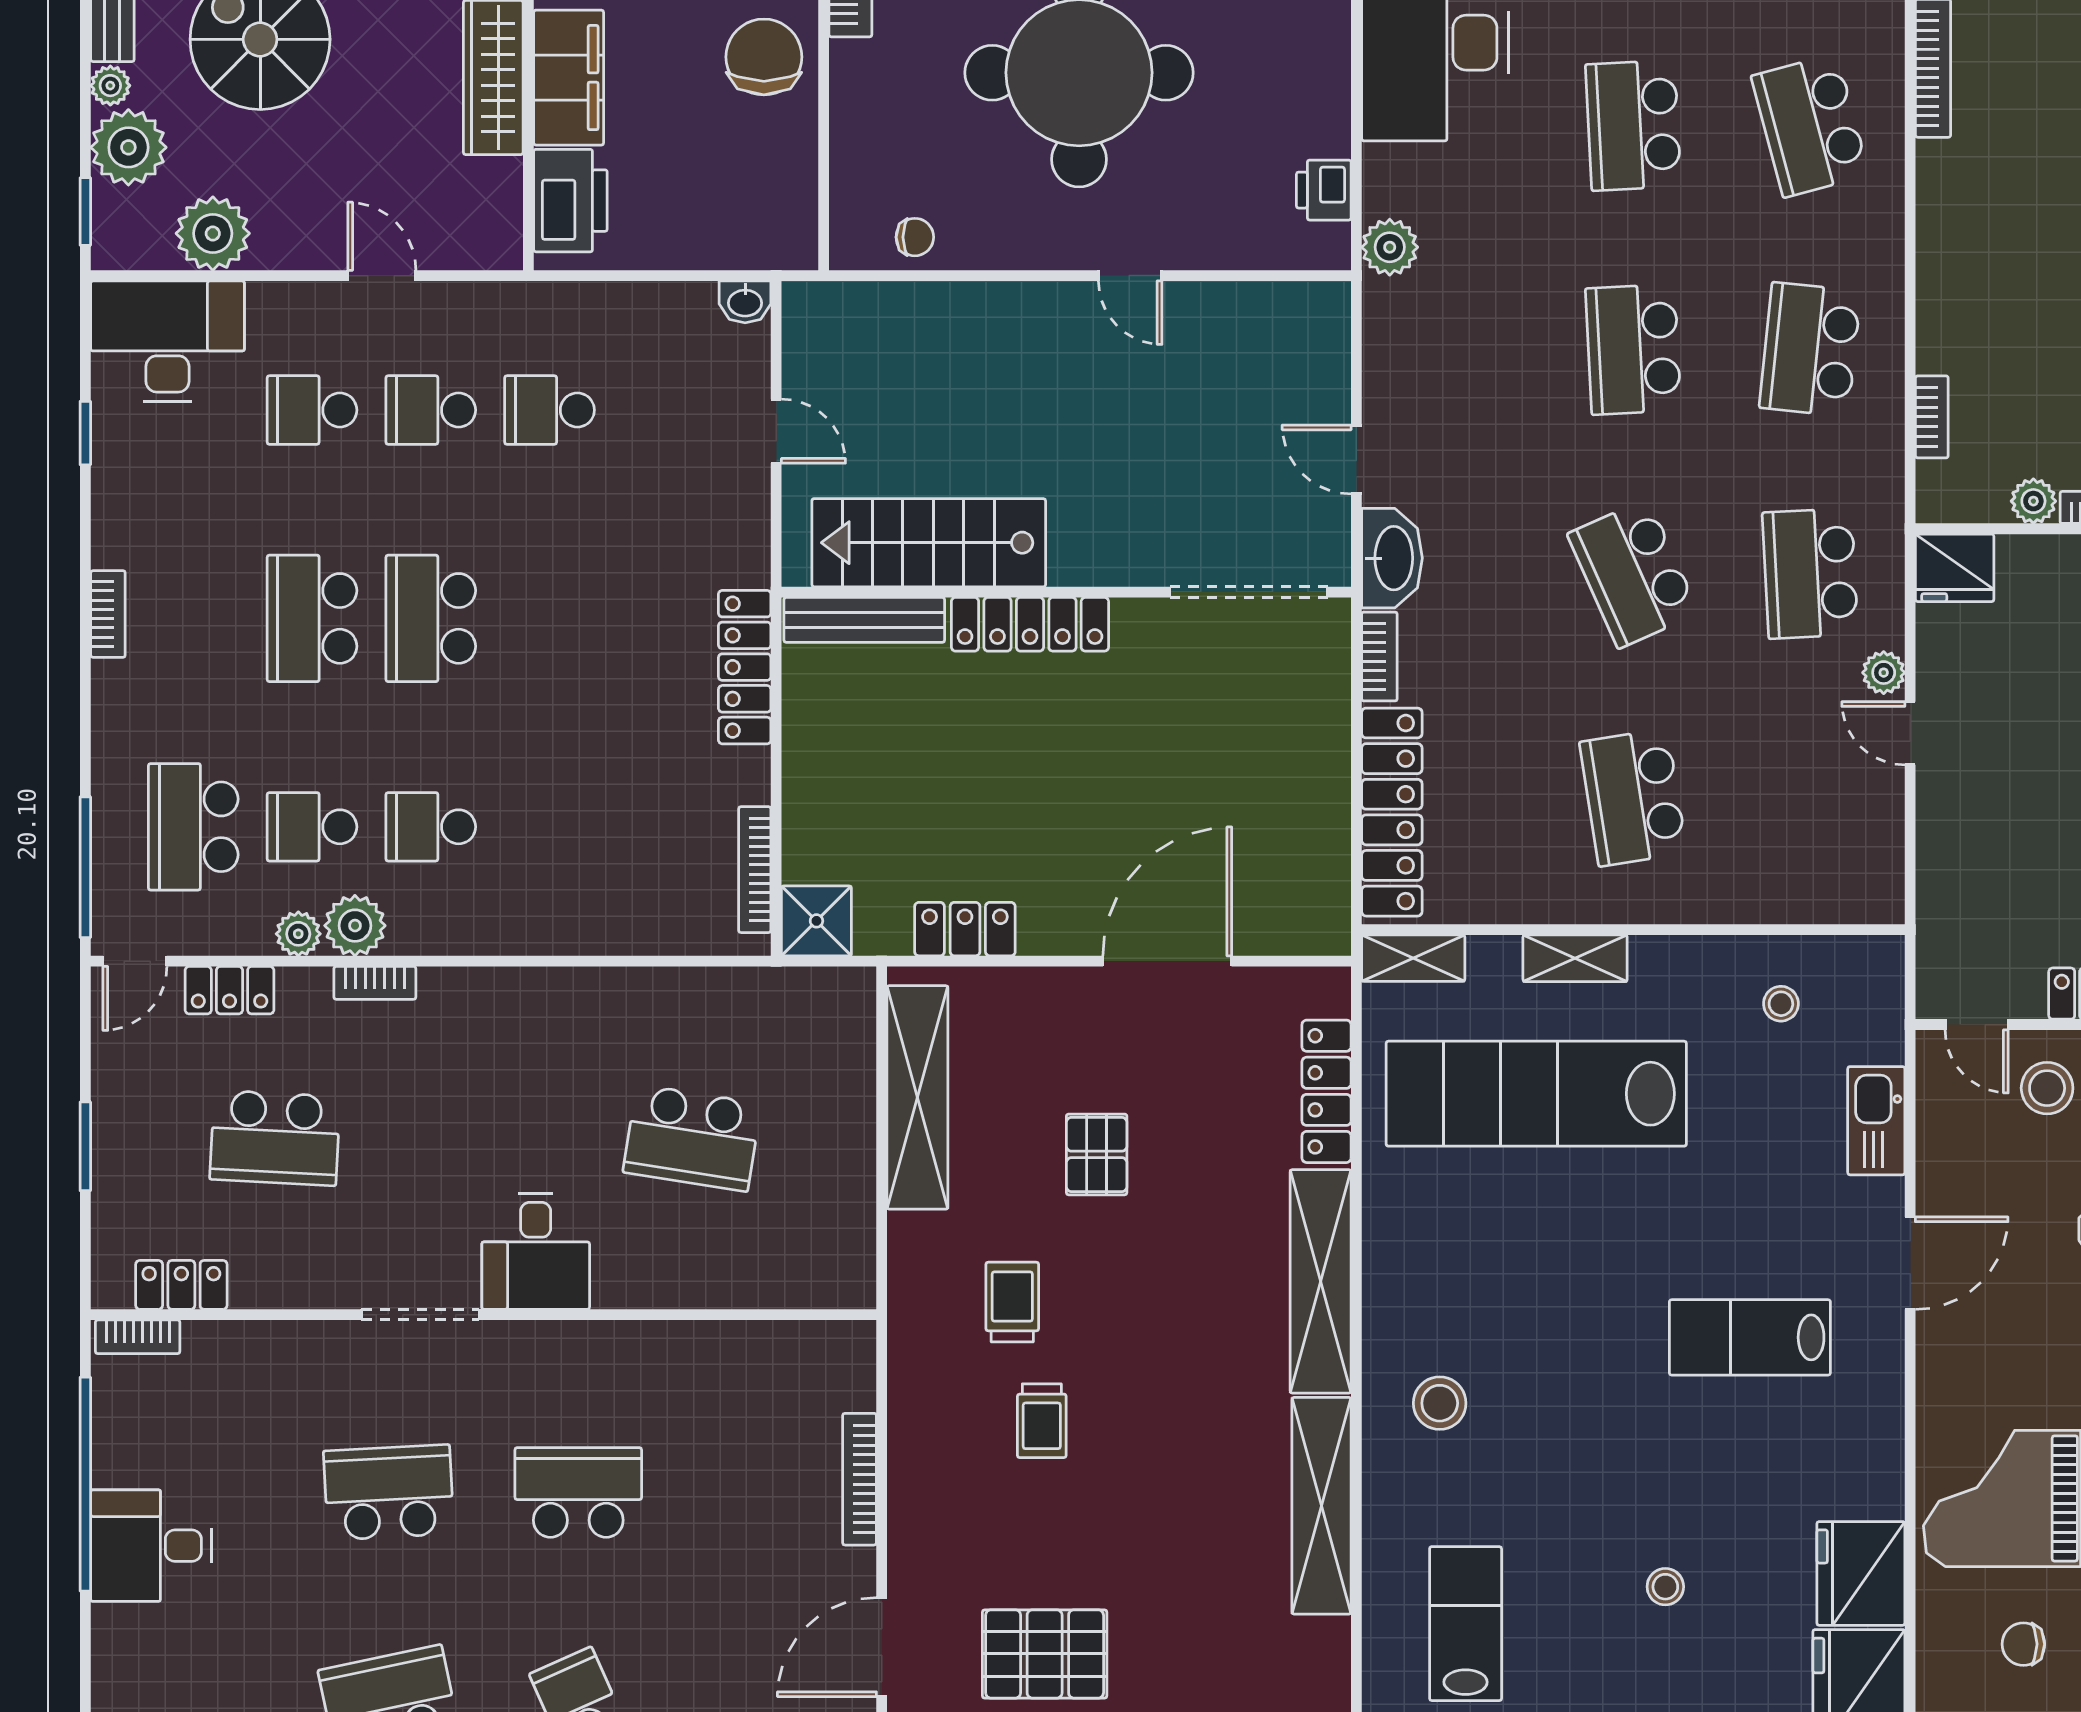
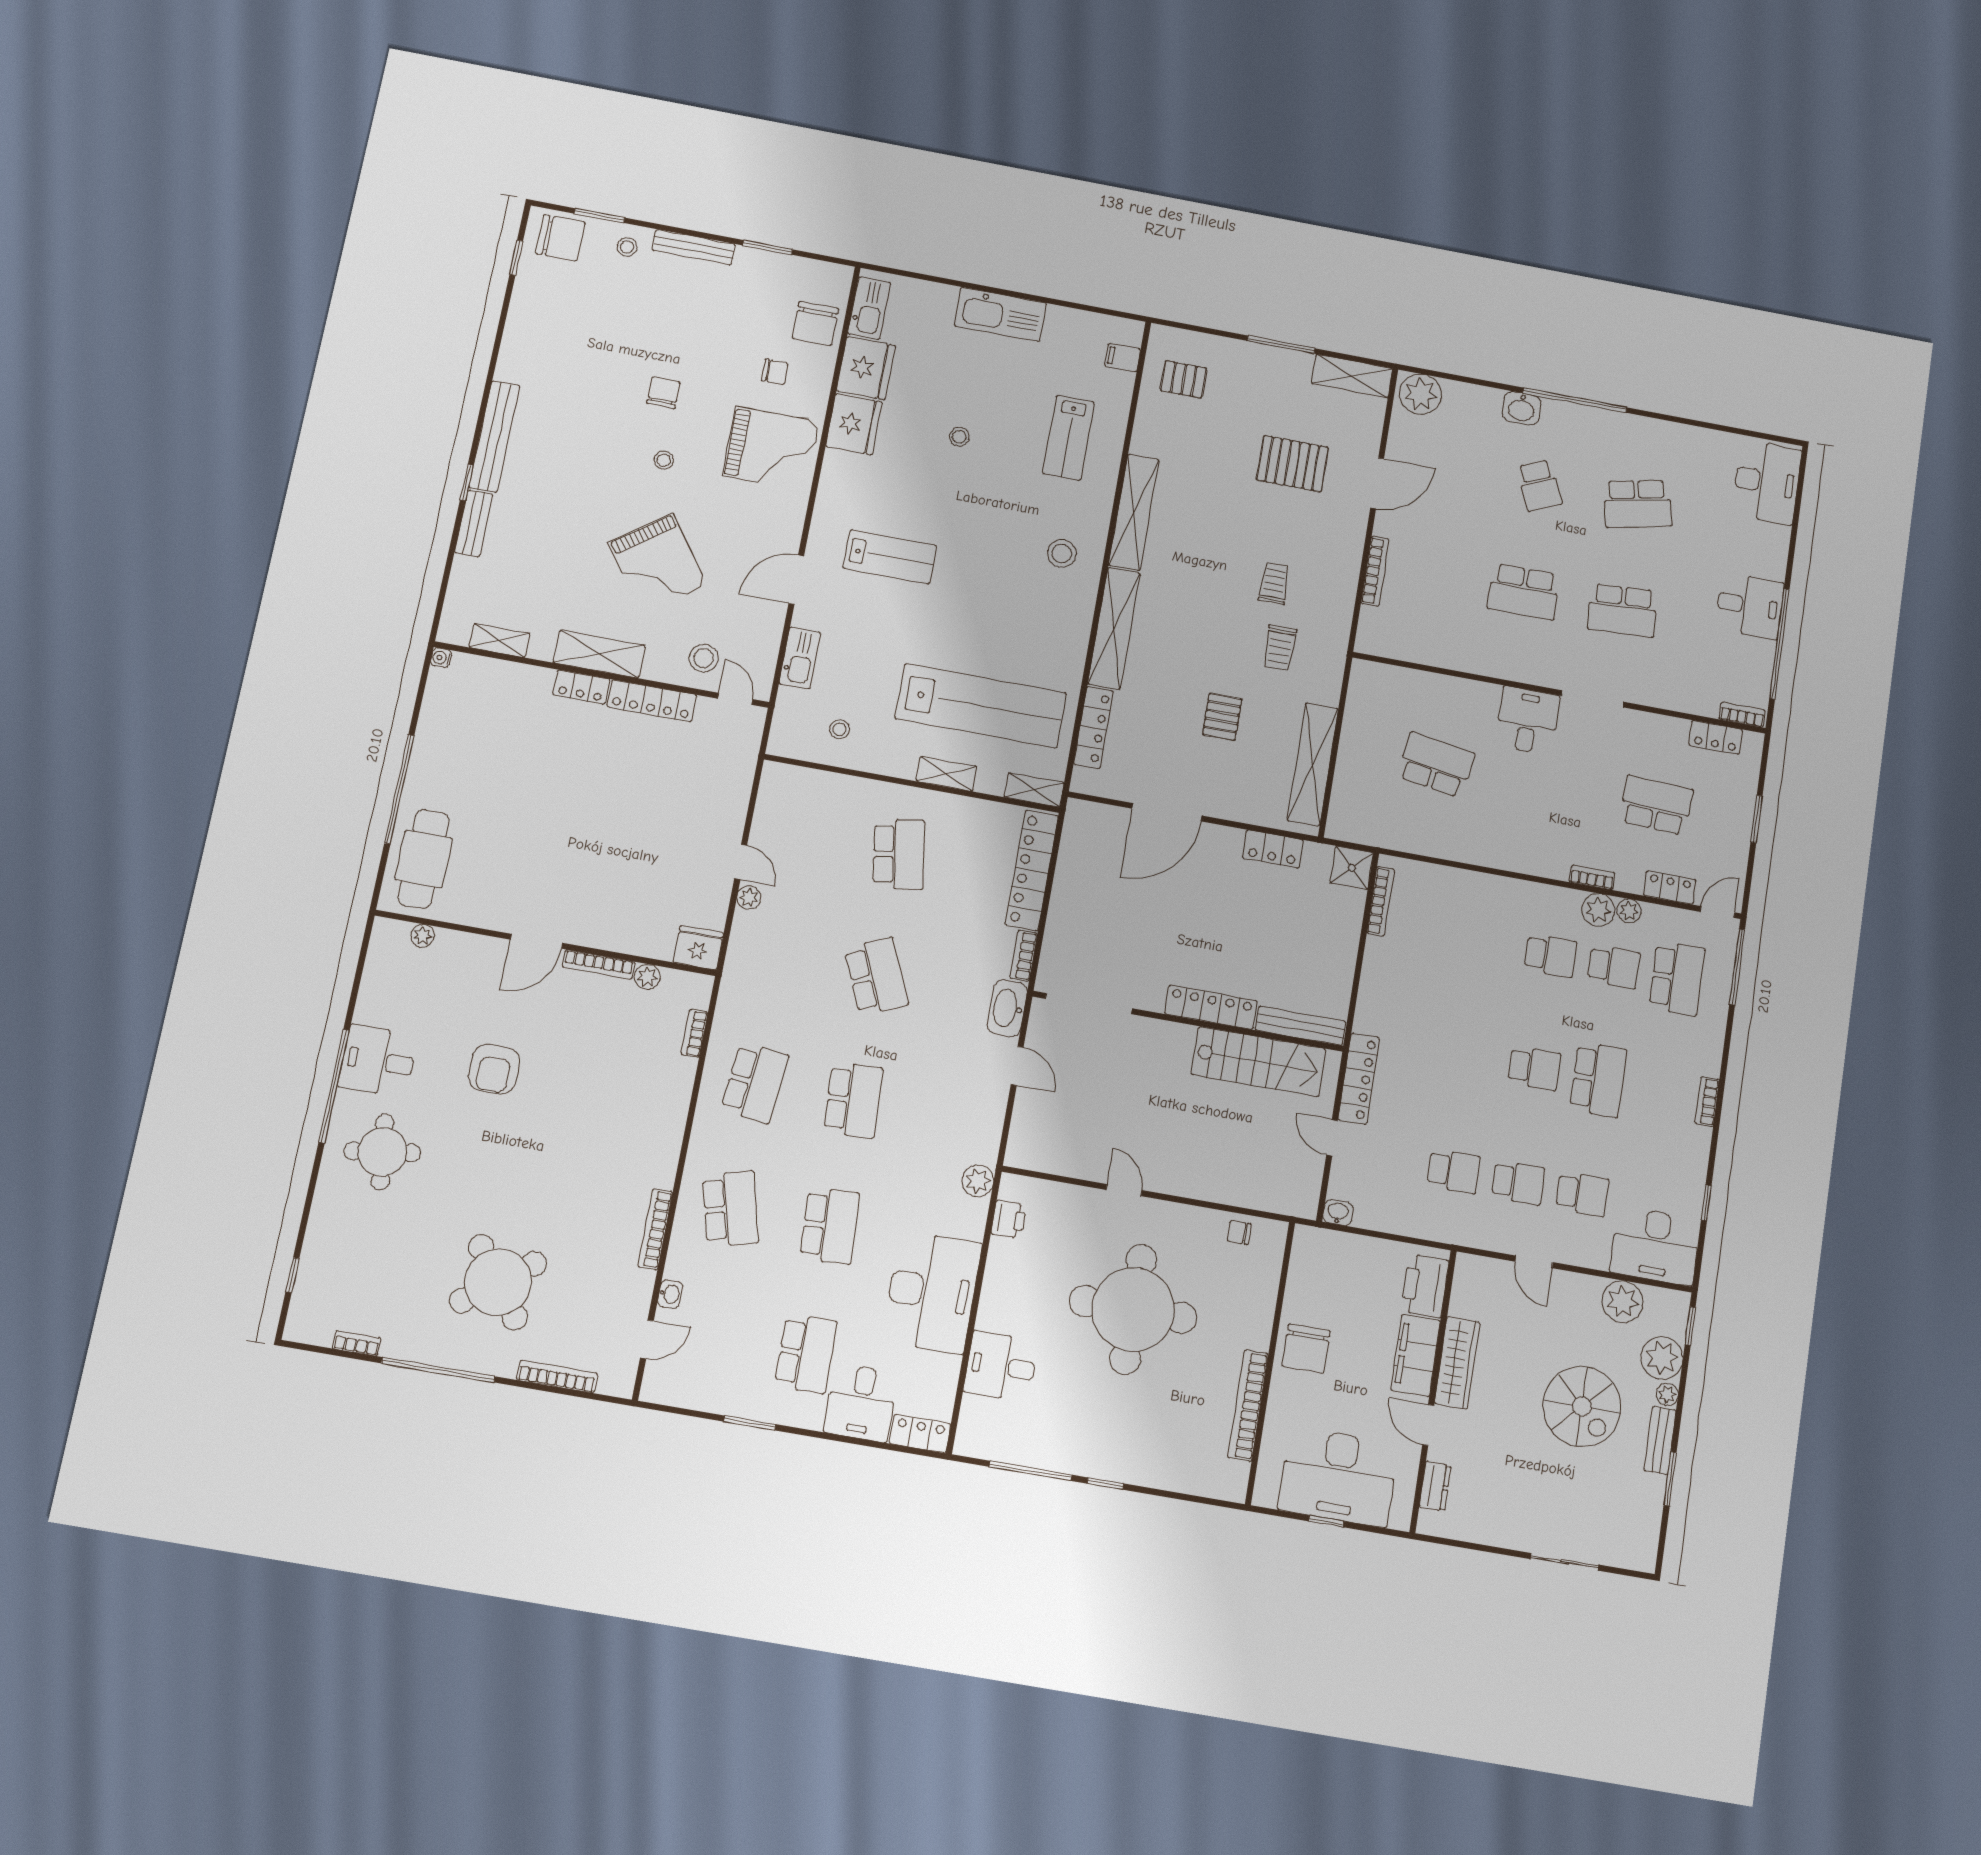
school desk: (1810, 573) -> (779, 959), removed
school desk: (431, 618) -> (1534, 1068), width x0.54
locker: (745, 667) -> (1359, 1079), moved

